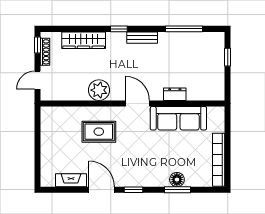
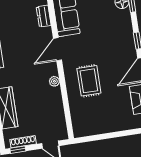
plant: (99, 90) -> (54, 81), width x0.53, depth x0.53

